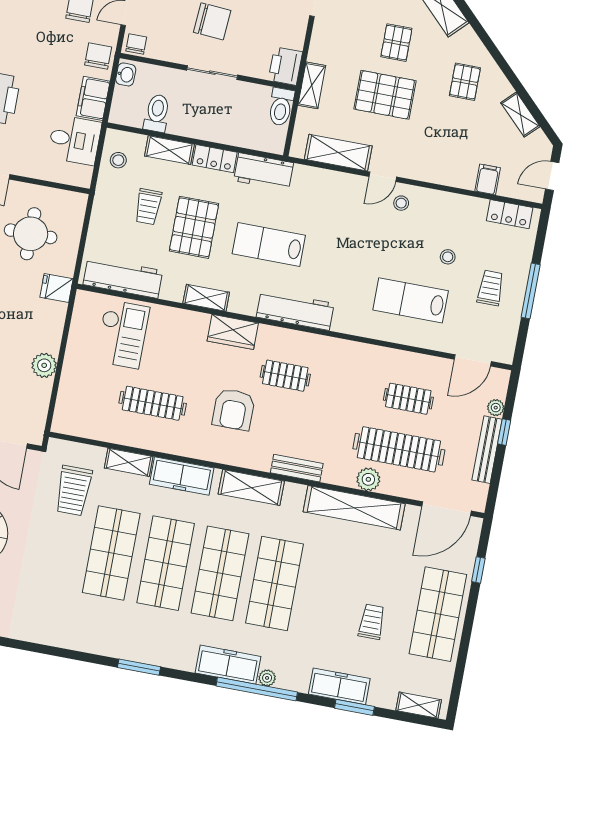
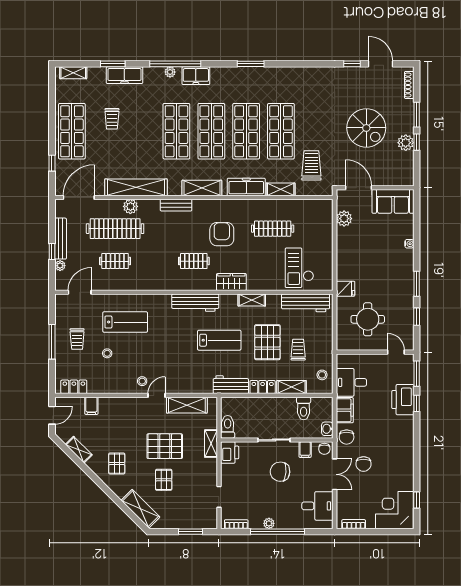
filing cabinet: (167, 48) -> (305, 450), added
plant: (44, 365) -> (344, 219), moved
freezer: (228, 665) -> (196, 76), width x0.71

